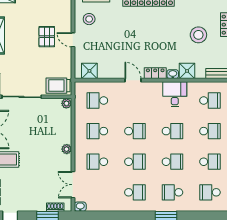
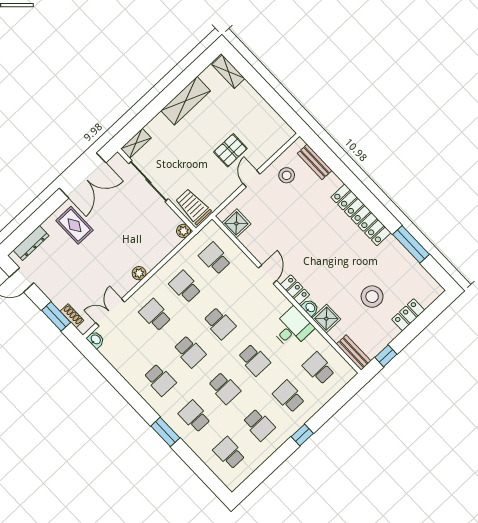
school desk: (210, 101) -> (319, 368), turned 180
school desk: (210, 131) -> (289, 397), turned 180

